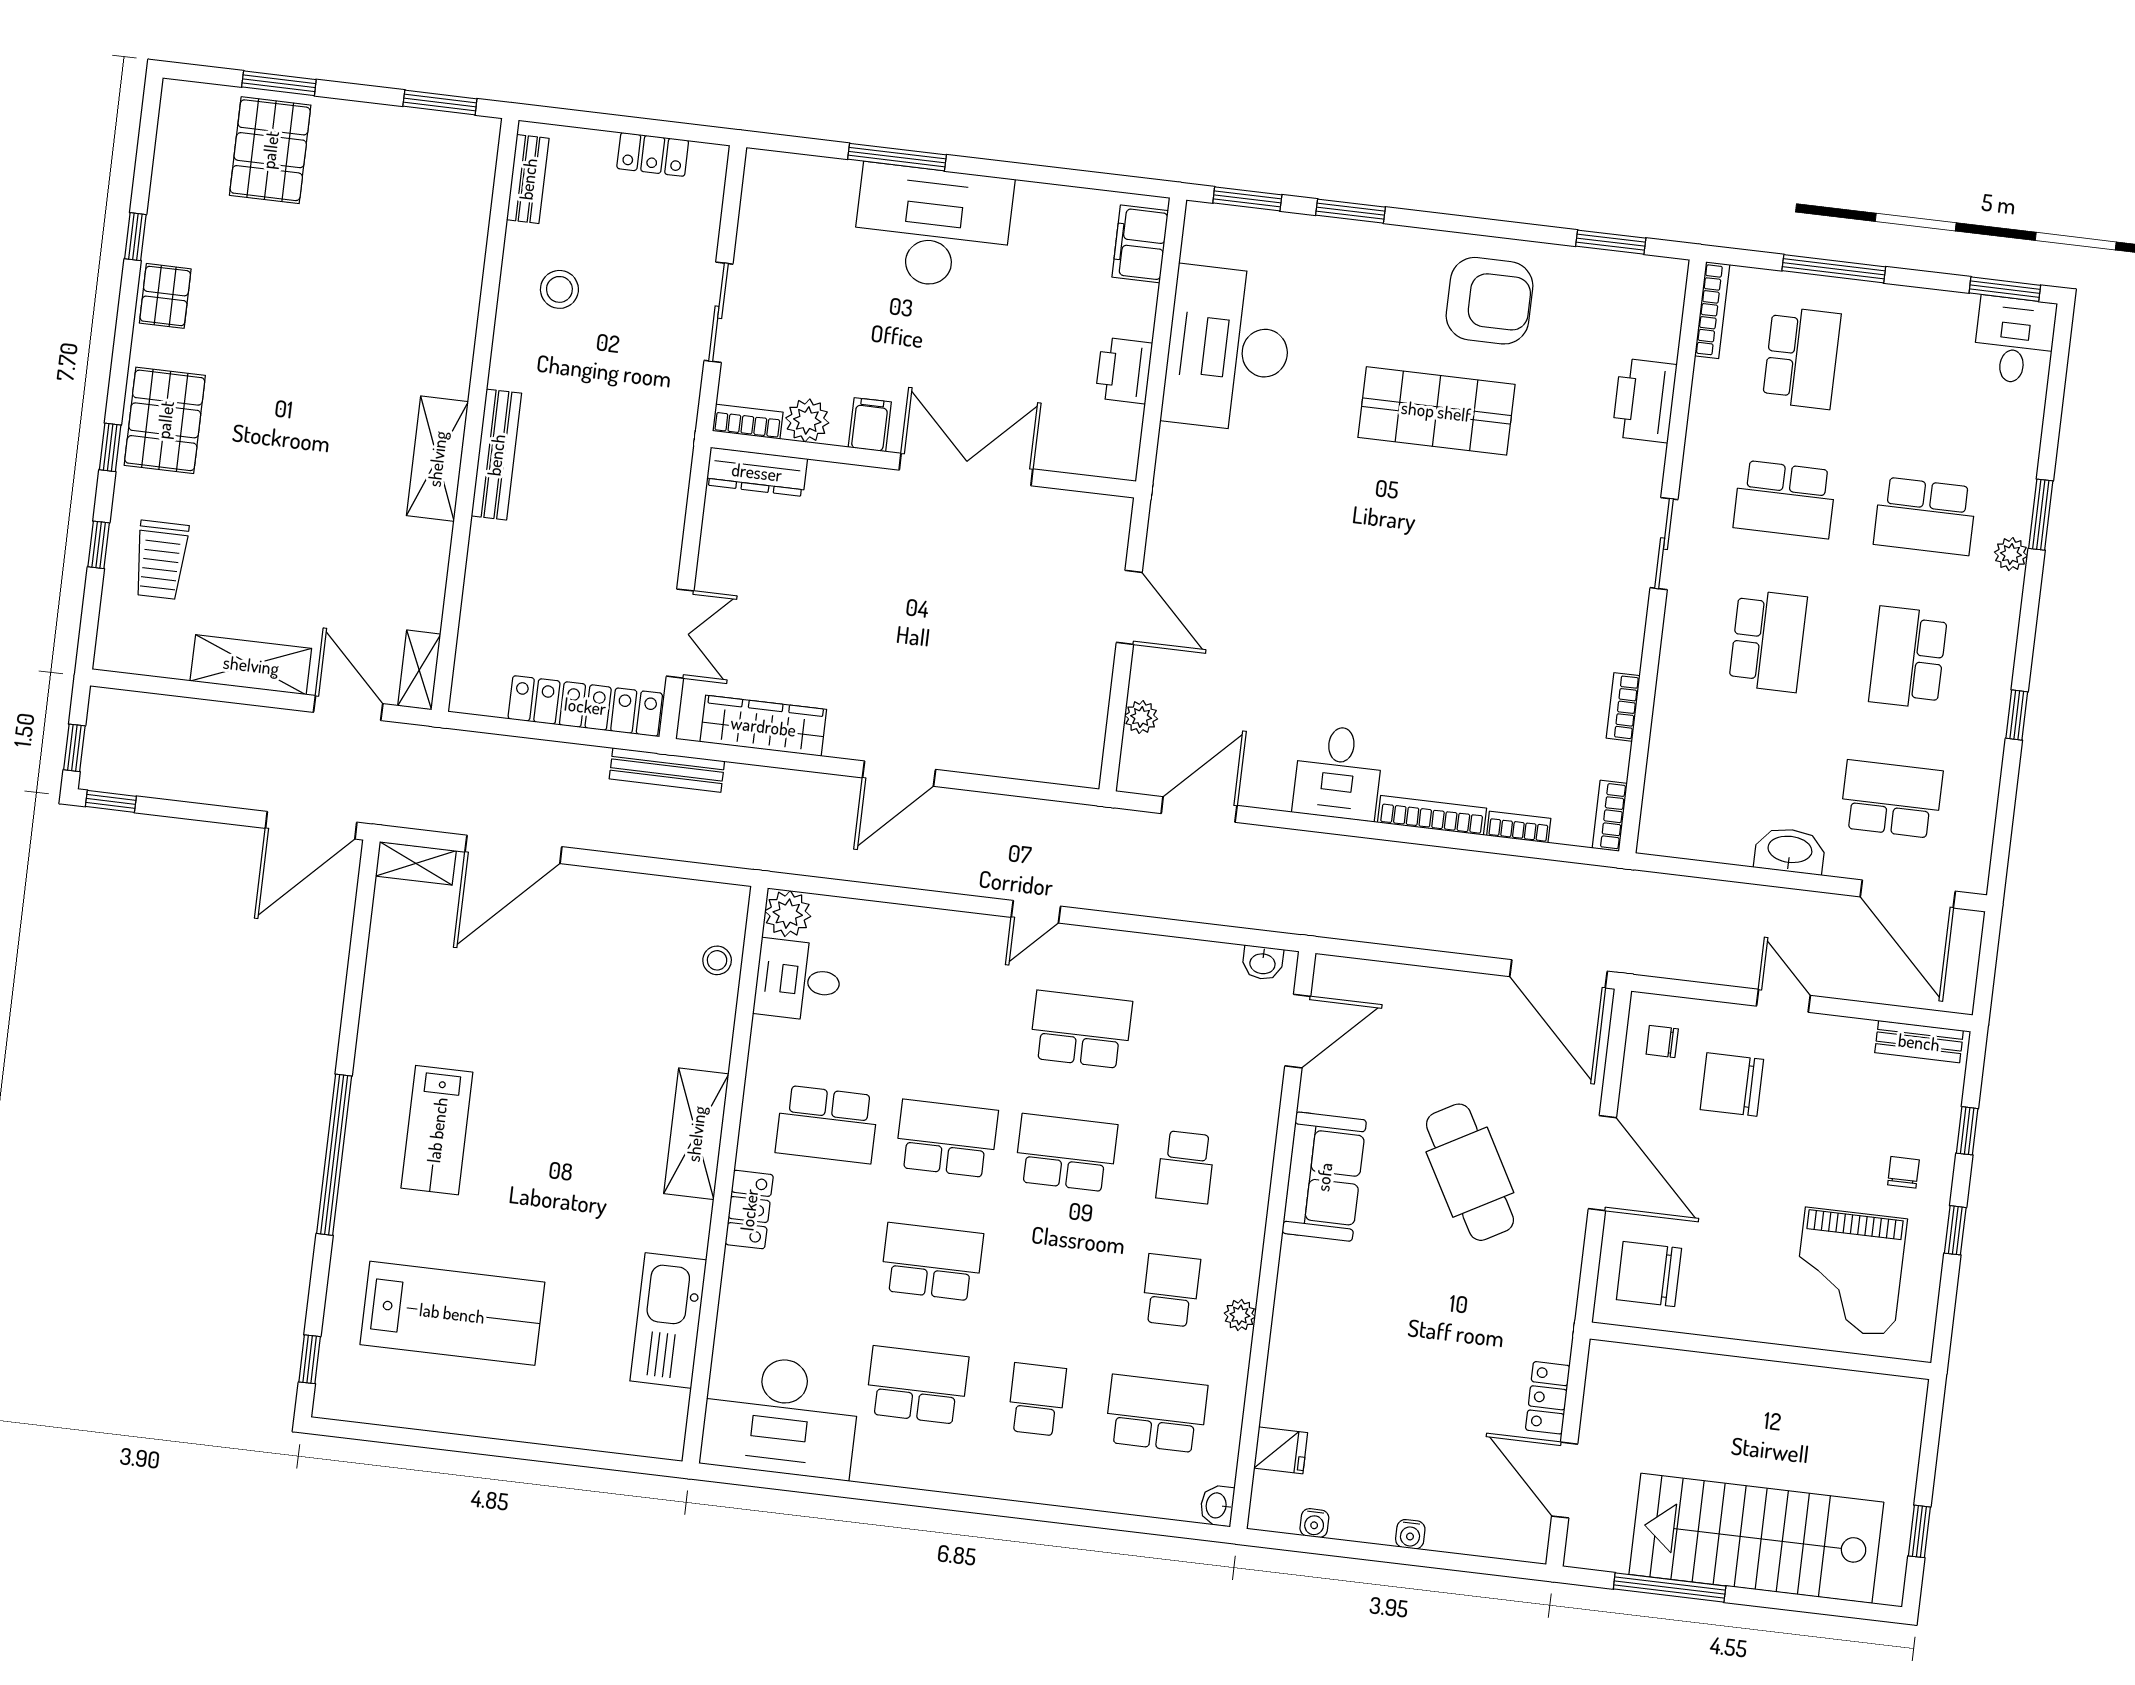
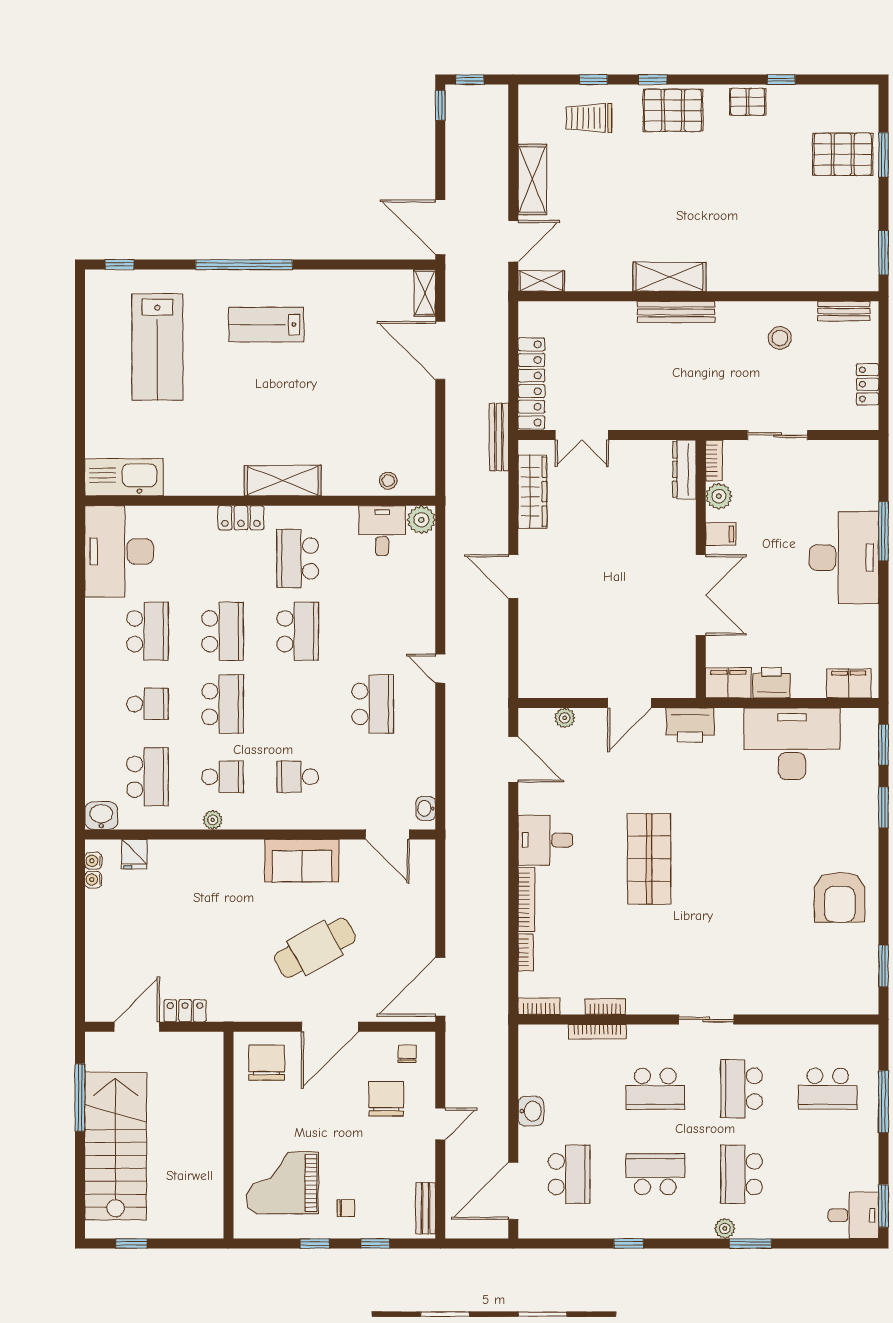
bookcase: (1712, 310) -> (597, 1032), moved
printer: (1644, 400) -> (690, 725), moved, turned 180
shop shelf: (1436, 411) -> (649, 859), moved
filing cabinet: (1116, 441) -> (728, 683), added
washbasin: (1790, 851) -> (531, 1111), width x0.72
school desk: (1066, 1153) -> (223, 704), moved
kitchen sink: (668, 1320) -> (124, 477), moved
washbasin: (1217, 1506) -> (101, 816), width x1.38, depth x1.45
water cooler: (1410, 1534) -> (93, 861), moved

